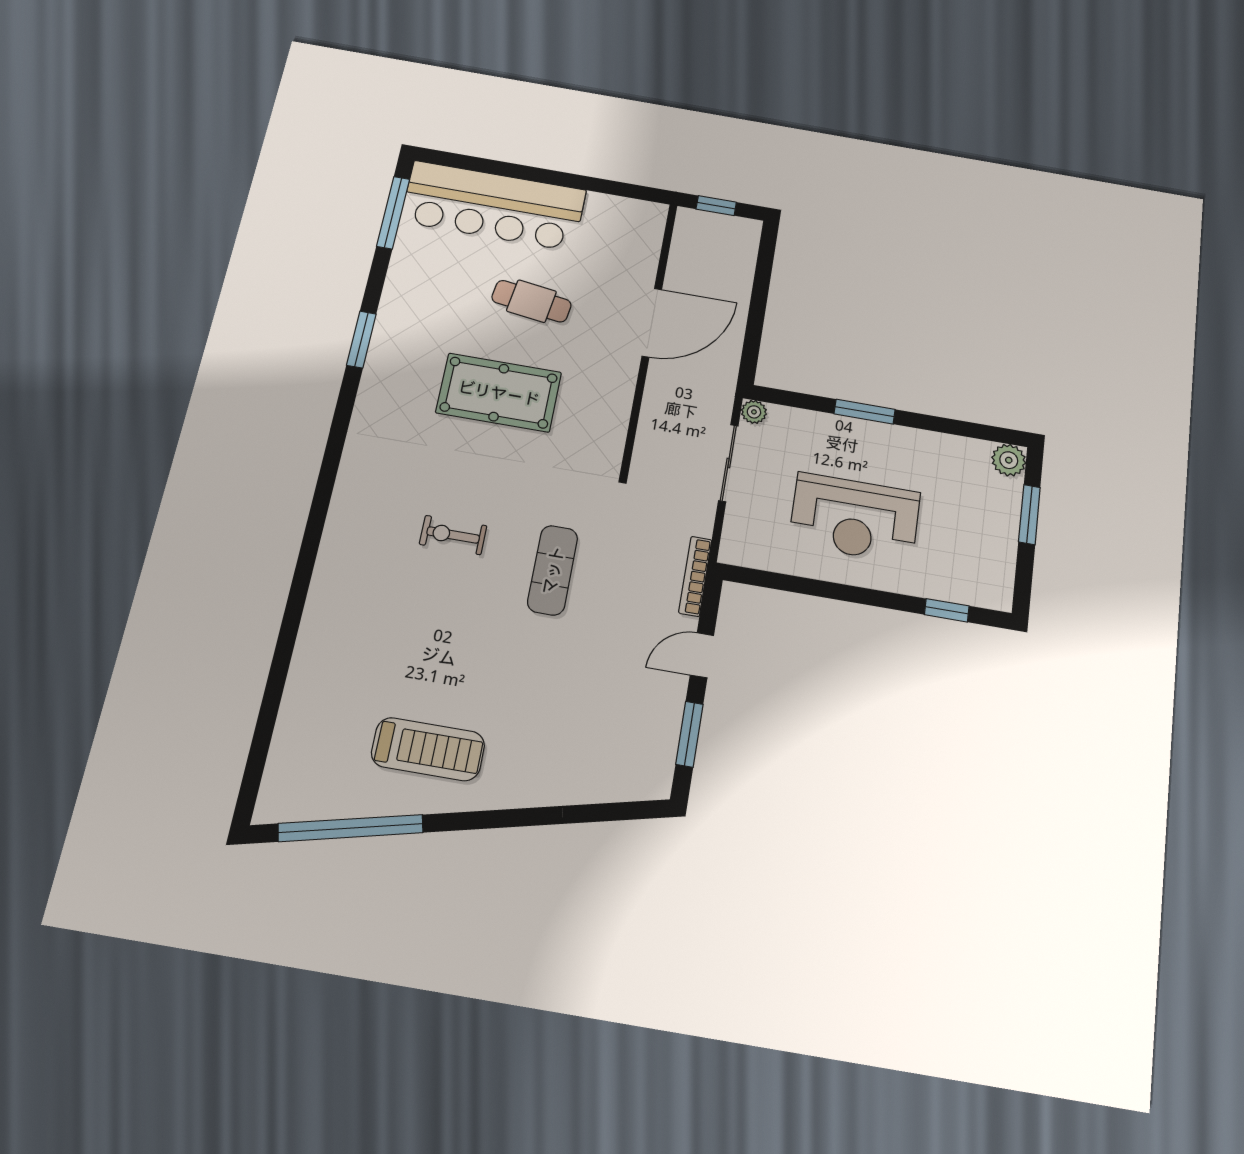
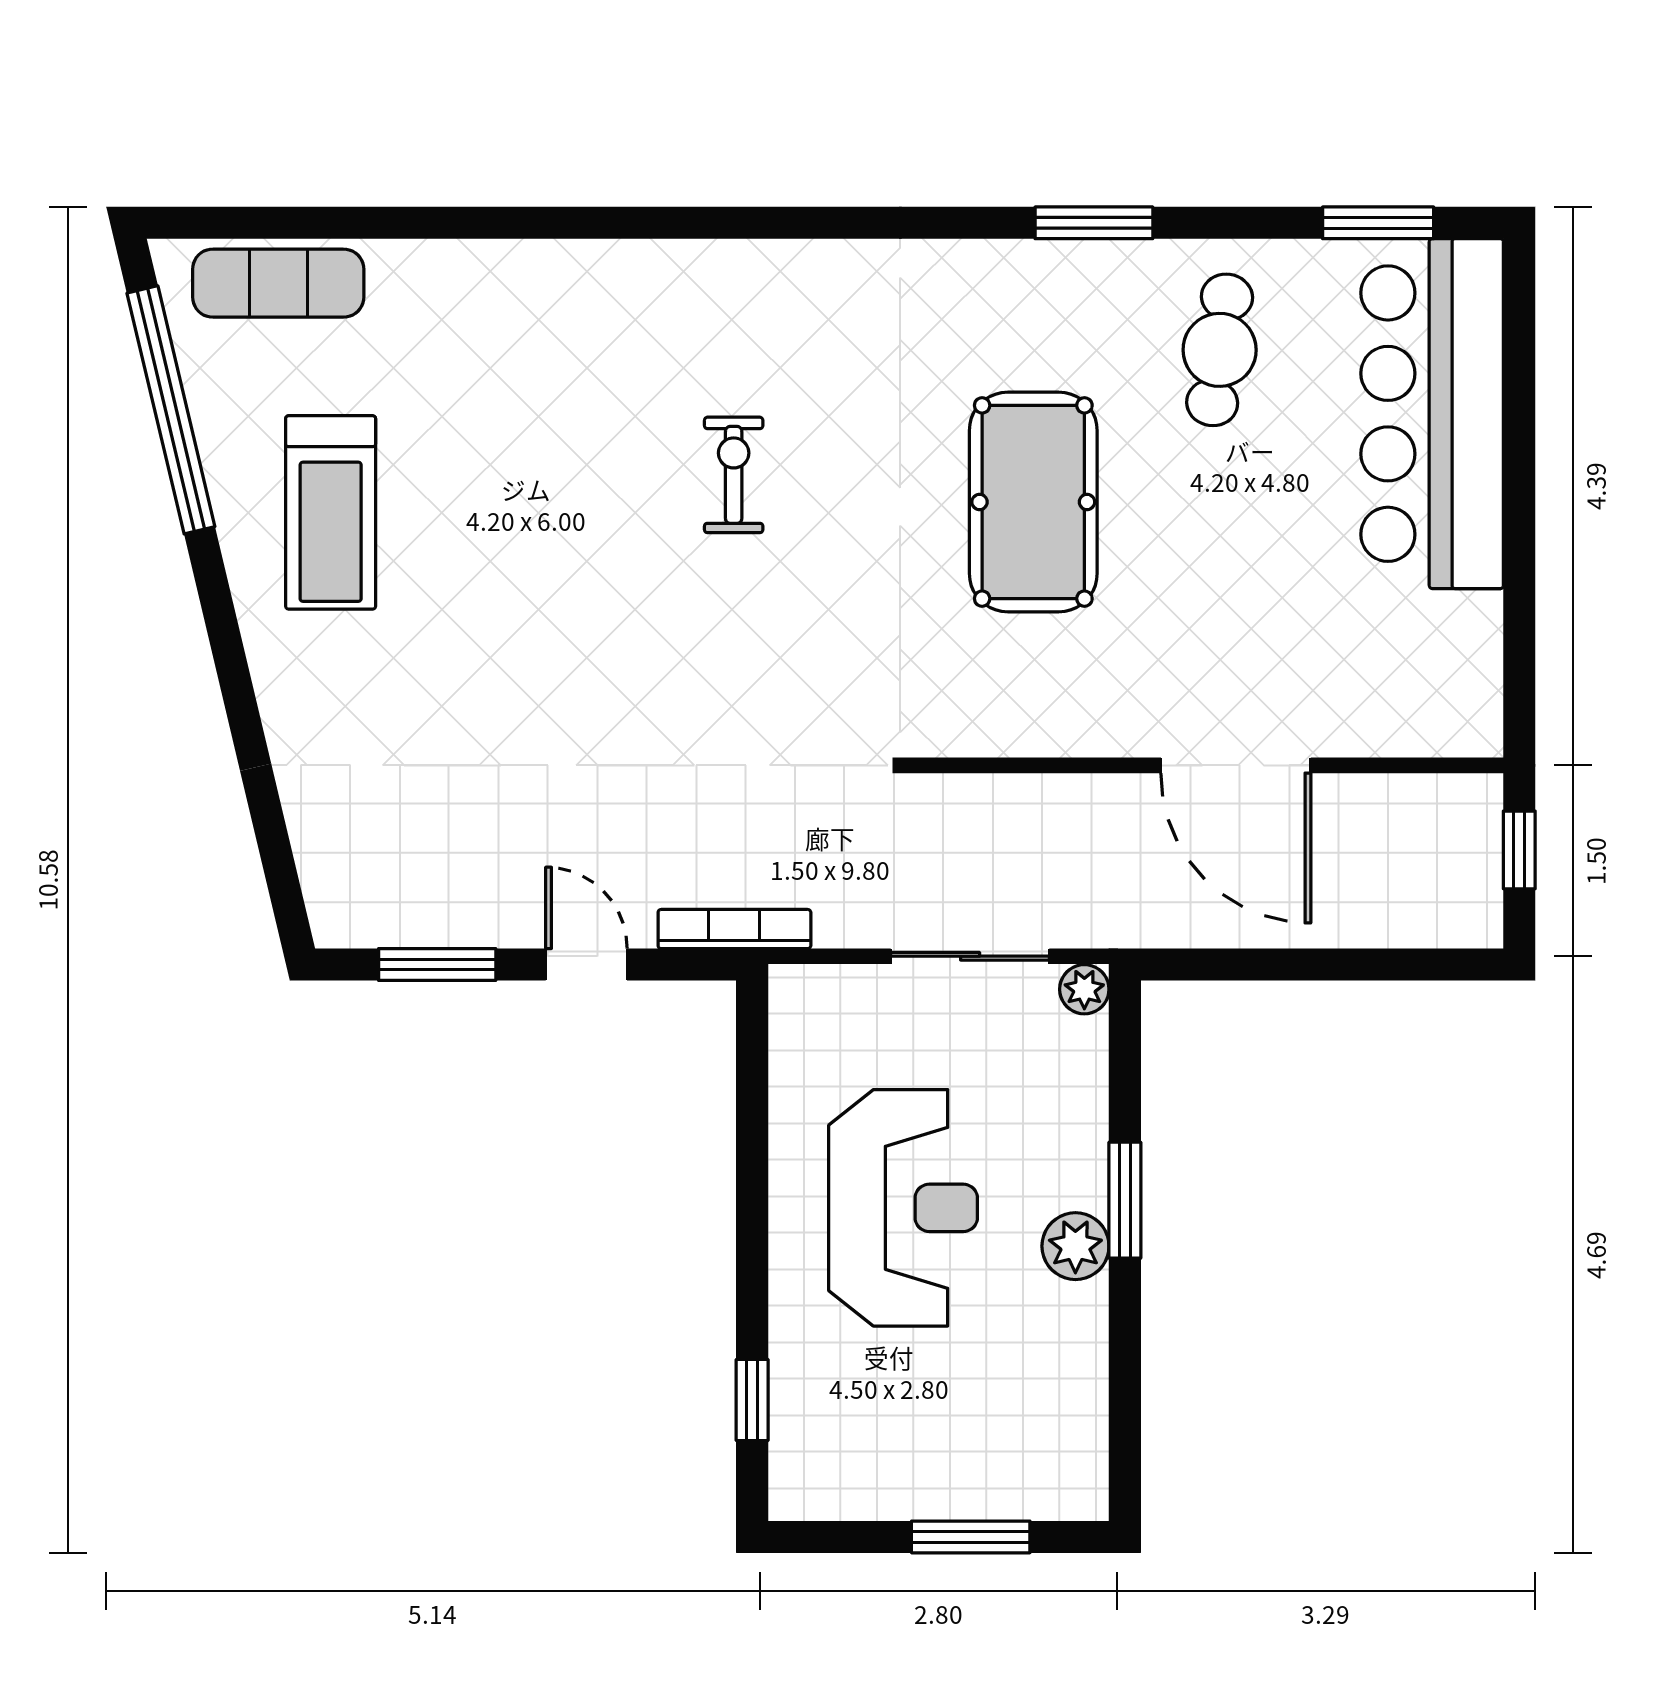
window: (393, 213) -> (1378, 223), width x0.69
cafe table: (531, 301) -> (1220, 350), moved
plant: (1009, 460) -> (1075, 1246), moved
reception desk: (855, 518) -> (903, 1208), turned 180
exercise mat: (553, 570) -> (278, 283), moved

